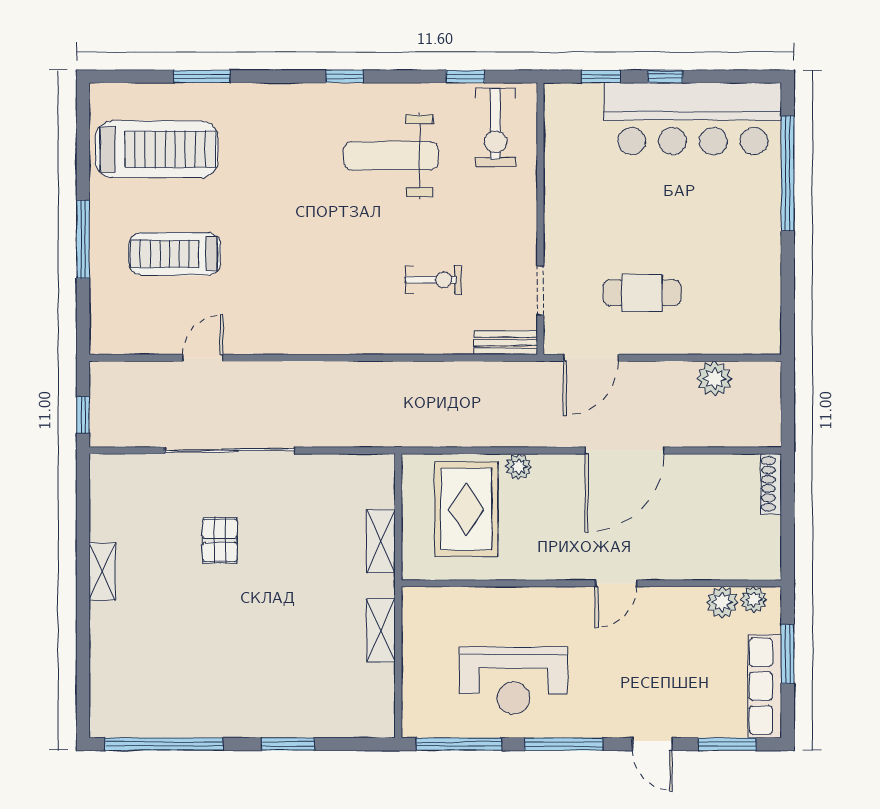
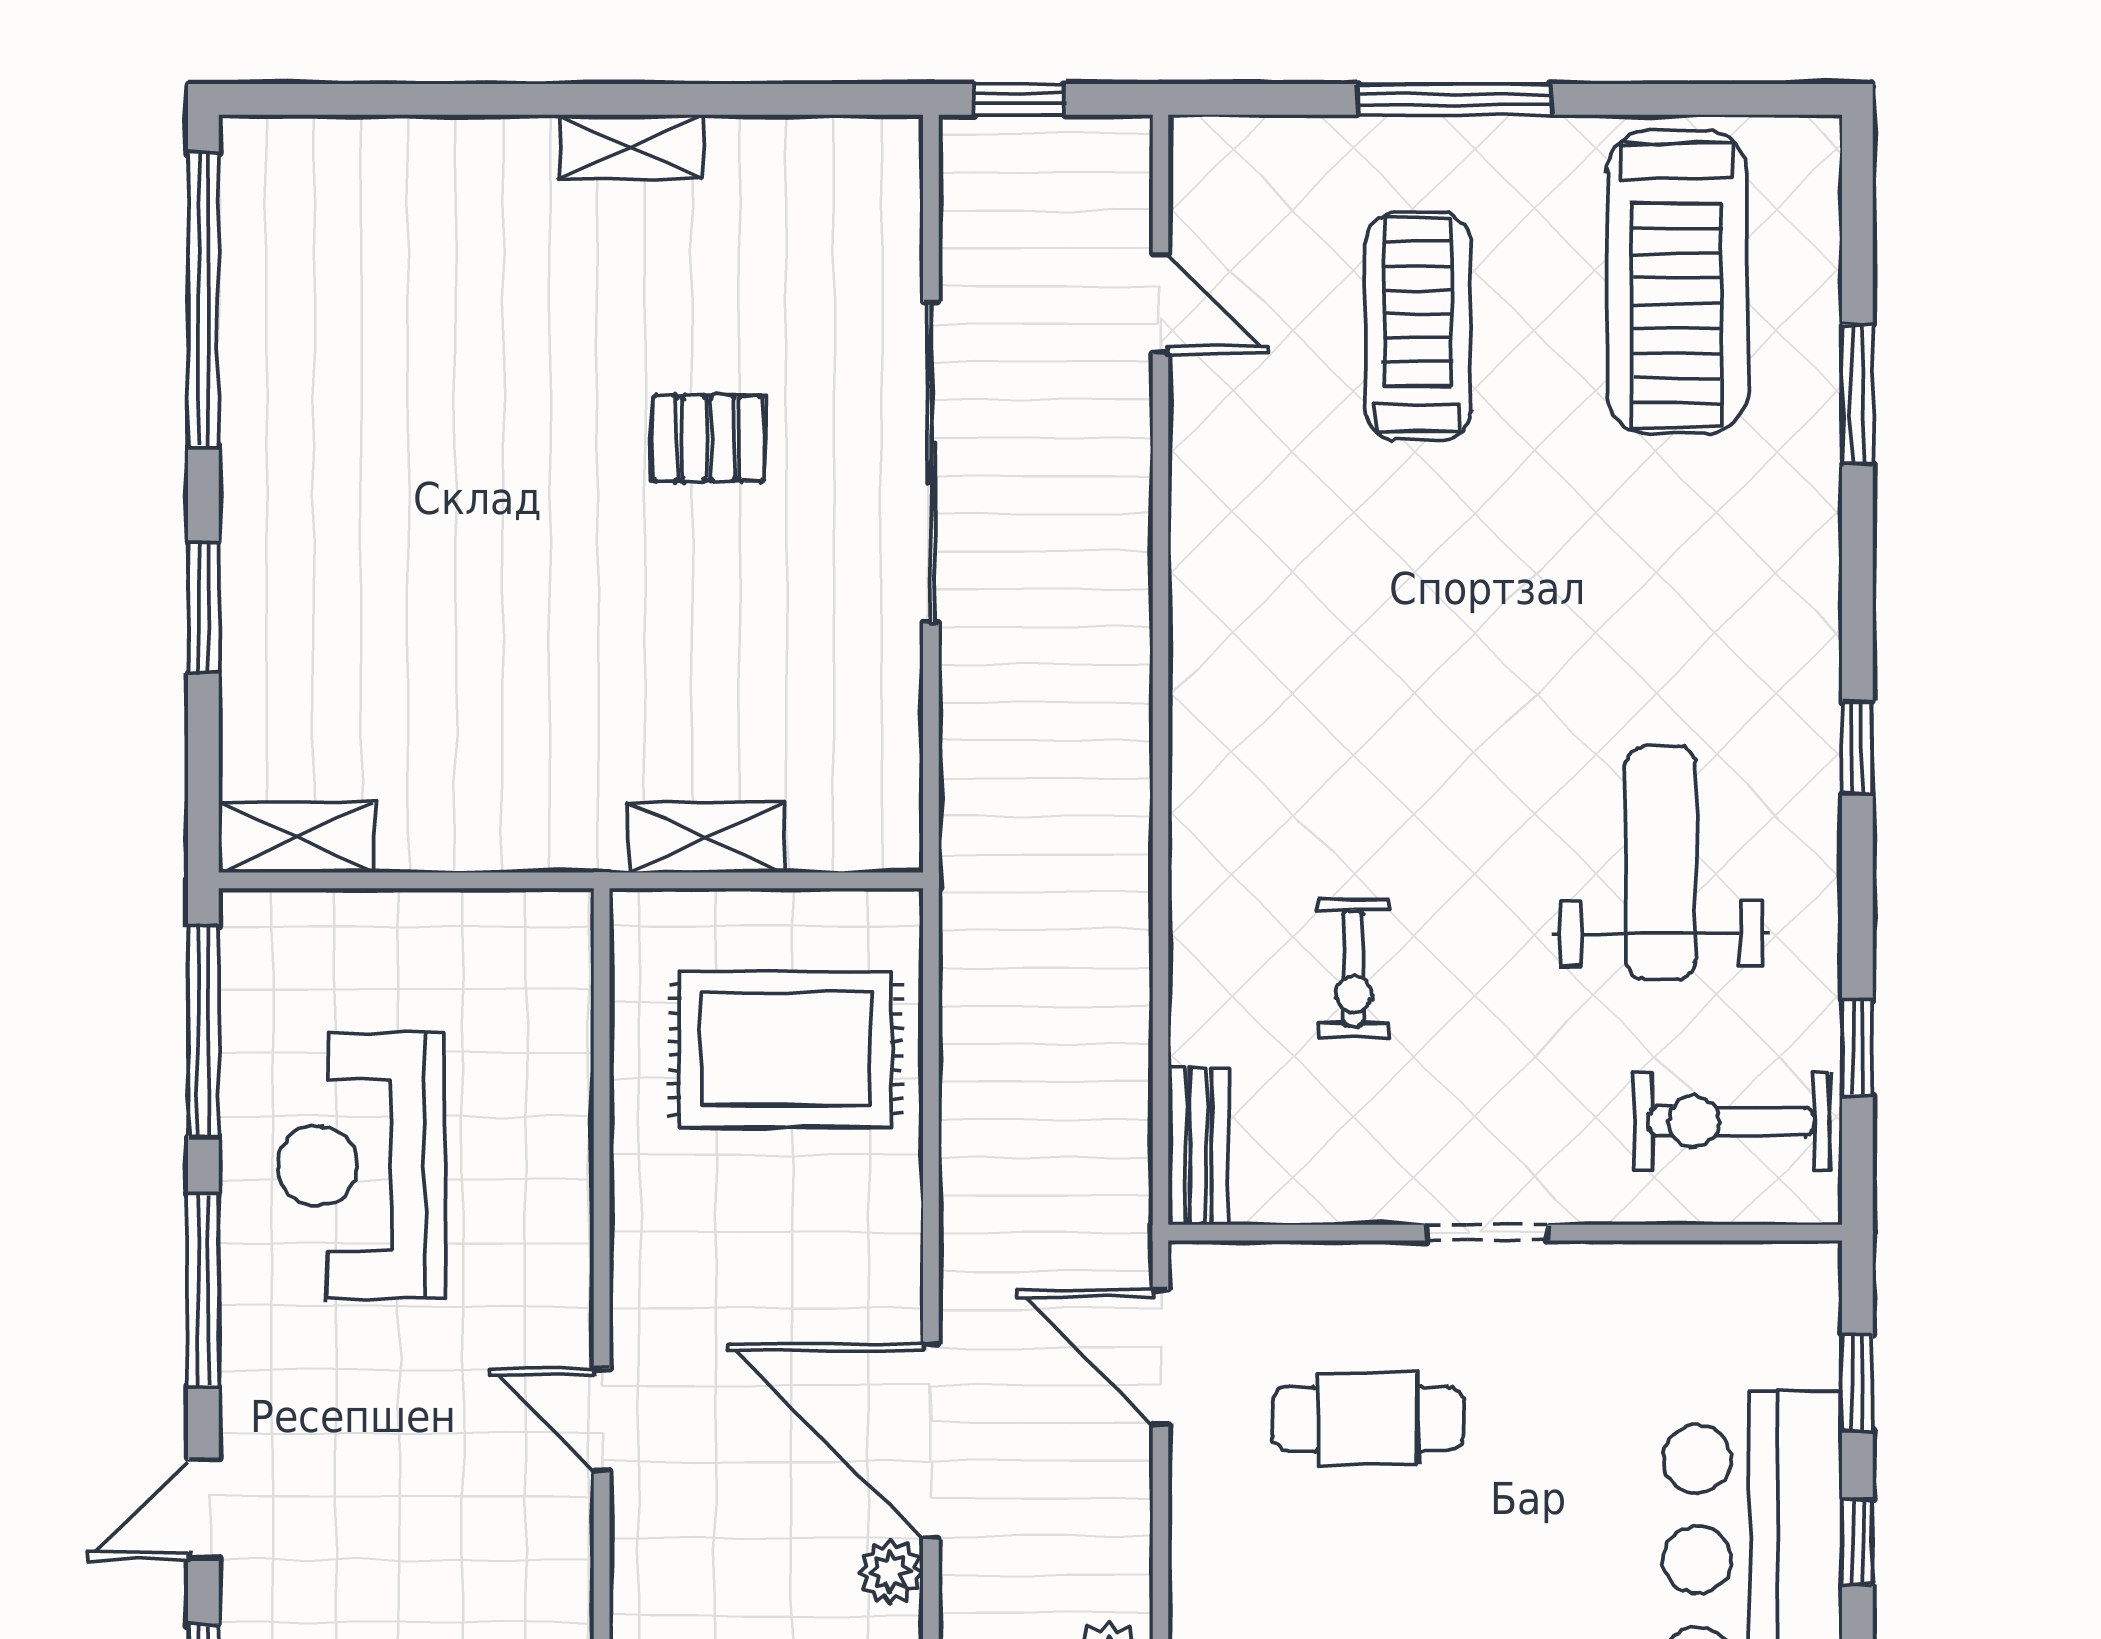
doorway: (540, 290) -> (1486, 1233), moved
cafe table: (642, 293) -> (1368, 1419), moved, turned 90
door: (203, 358) -> (1161, 303), moved
plant: (519, 467) -> (891, 1572), moved
shelving: (381, 630) -> (297, 837), moved

